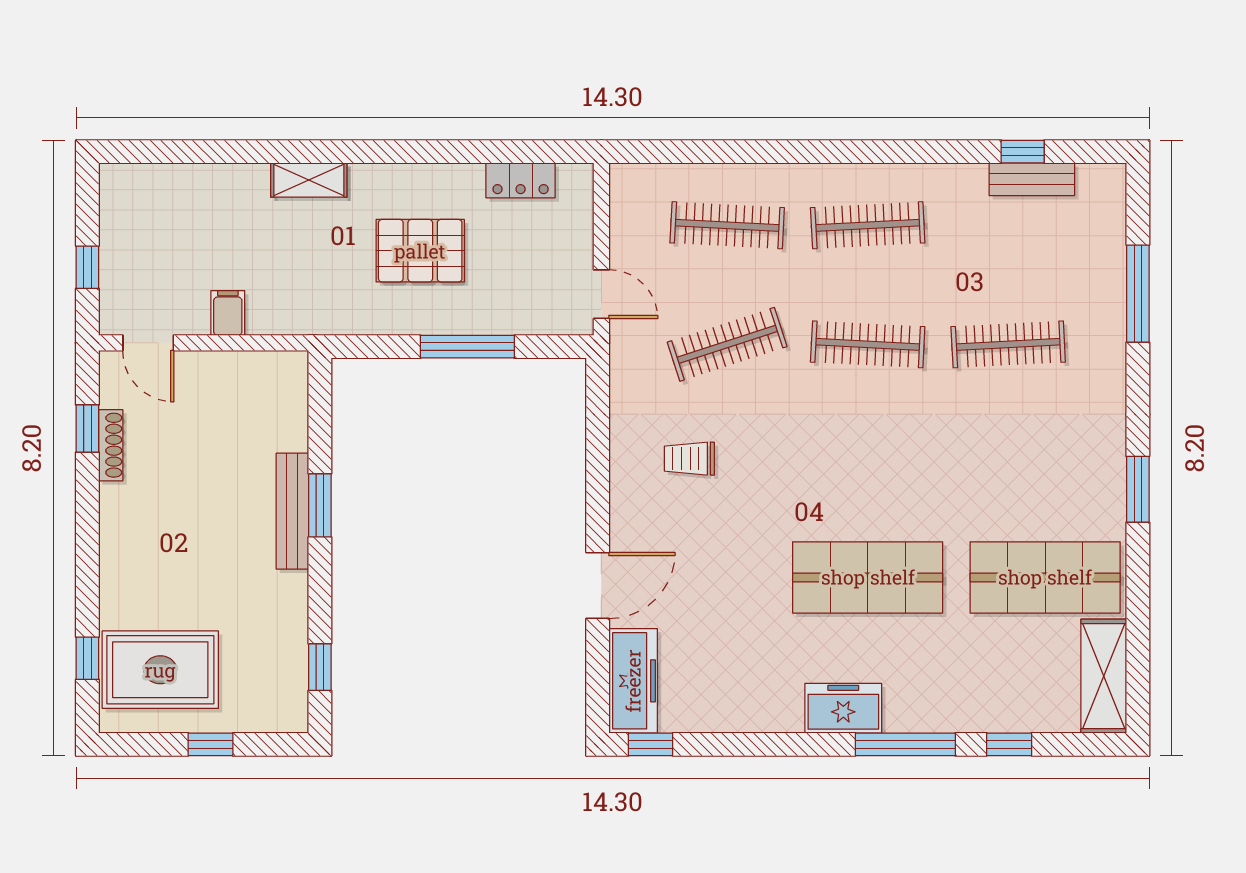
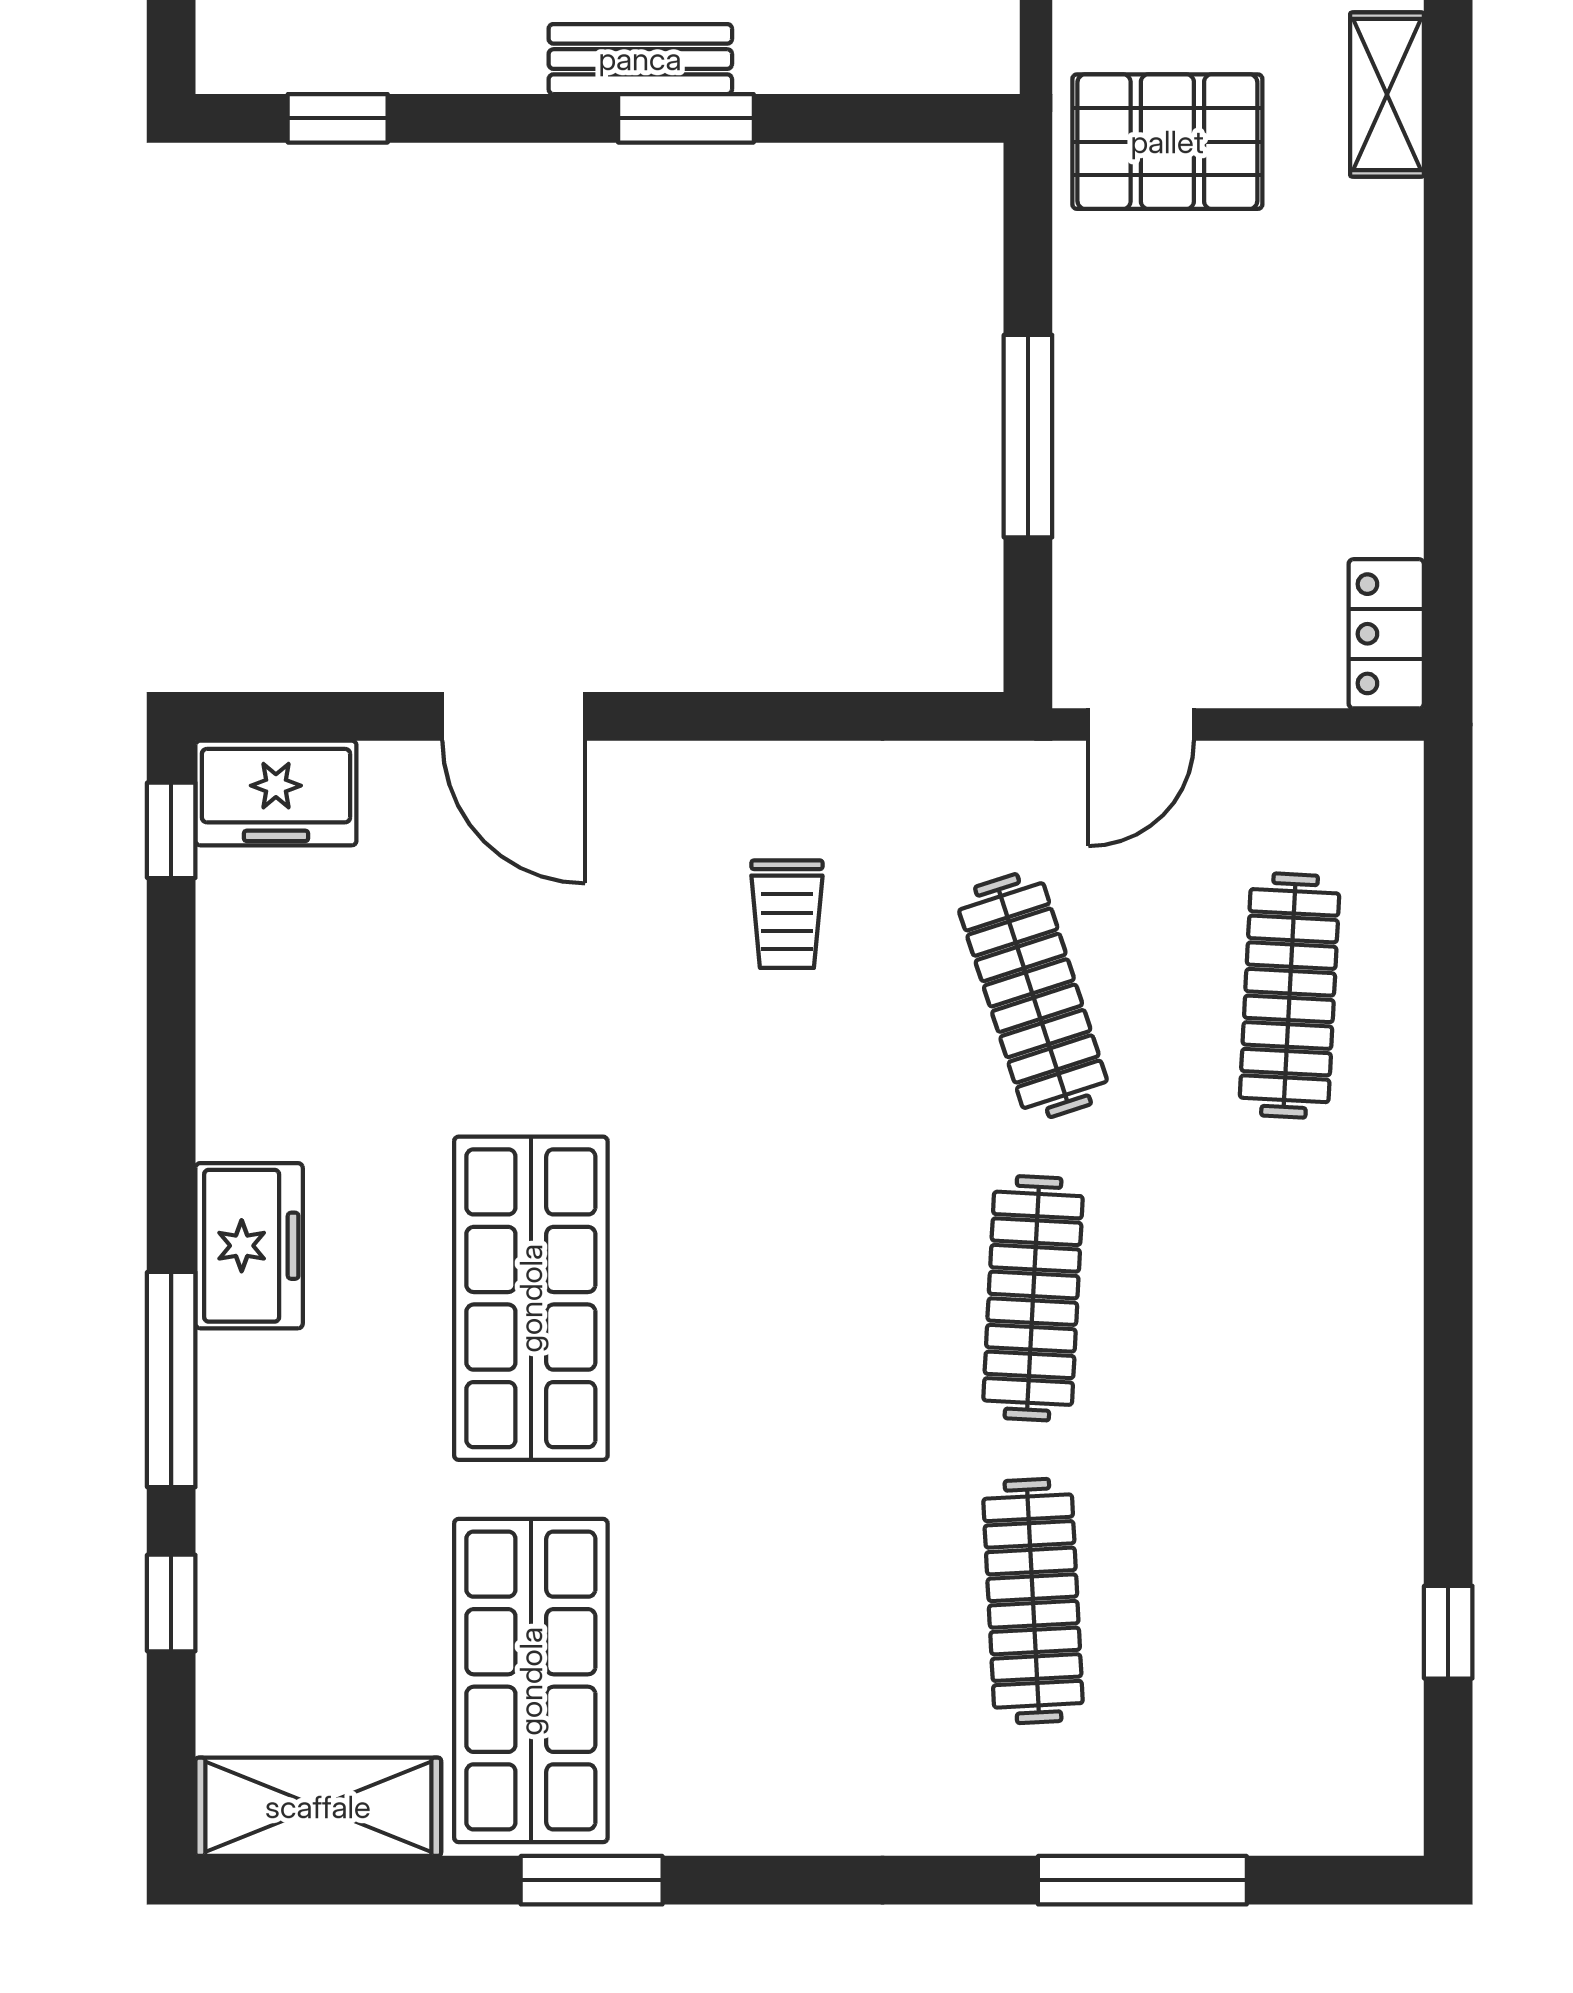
bench: (1032, 179) -> (1389, 1652), removed
locker: (521, 180) -> (1386, 634), moved
clothes rail: (868, 225) -> (1290, 1298), removed
pallet: (420, 251) -> (1167, 142), moved, turned 90
trolley: (689, 459) -> (787, 914), turned 180
window: (1138, 489) -> (592, 1880), moved
bench: (292, 511) -> (640, 59), width x0.73
freezer: (633, 681) -> (276, 793), width x0.71

